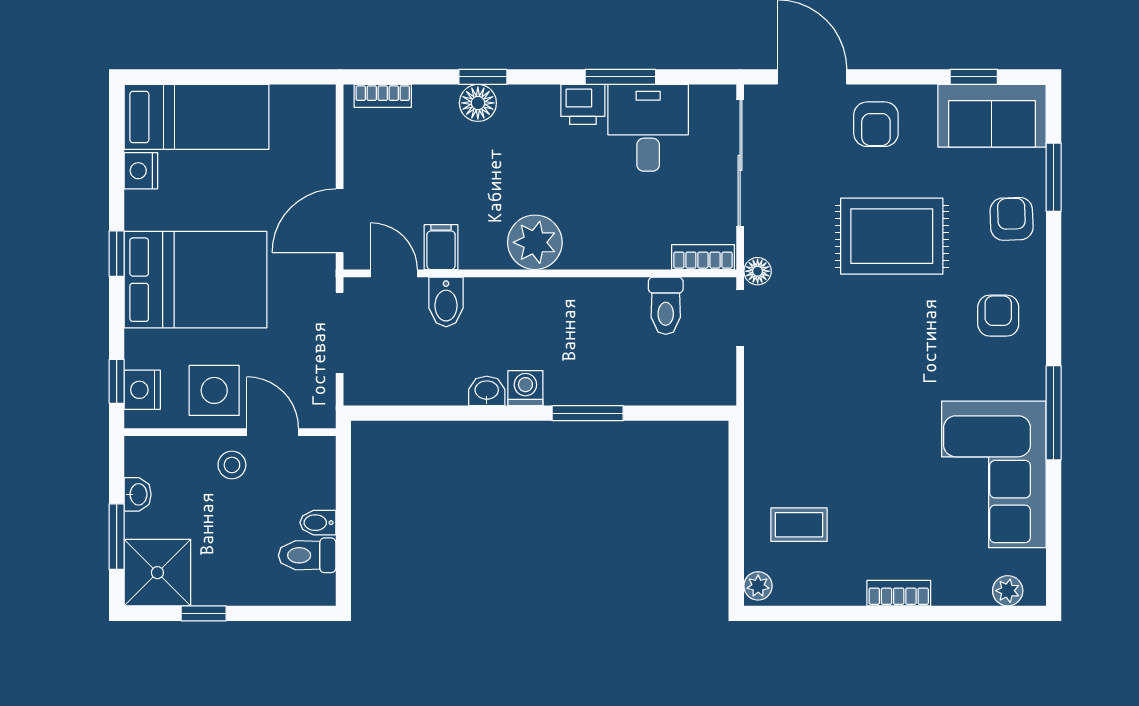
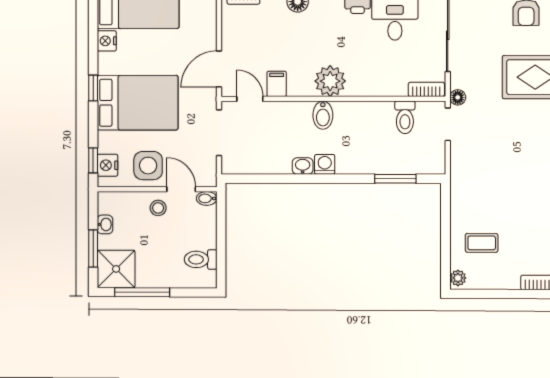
bidet: (446, 302) -> (323, 115), moved
window: (588, 413) -> (395, 179), moved
bidet: (318, 523) -> (207, 198), moved
window: (204, 613) -> (142, 292), width x2.17

